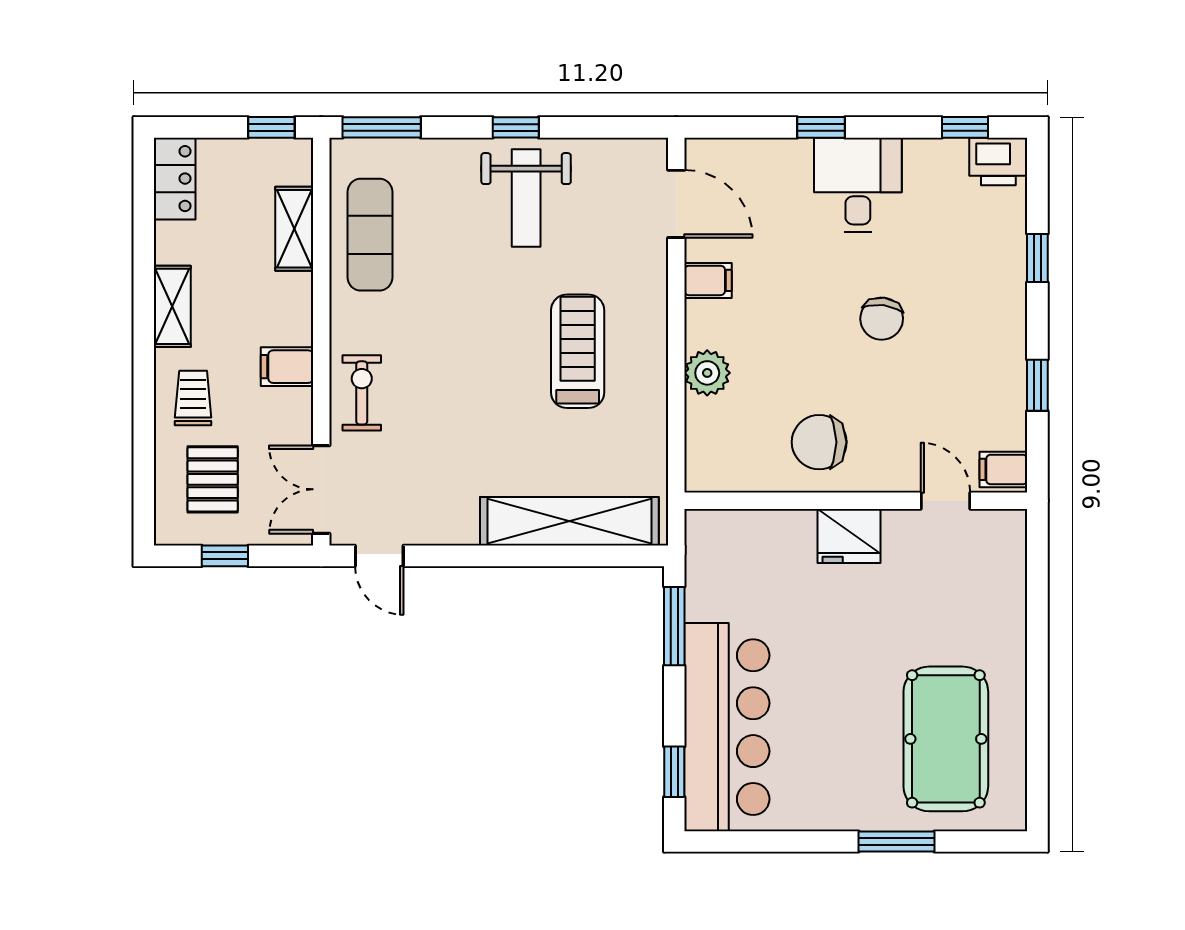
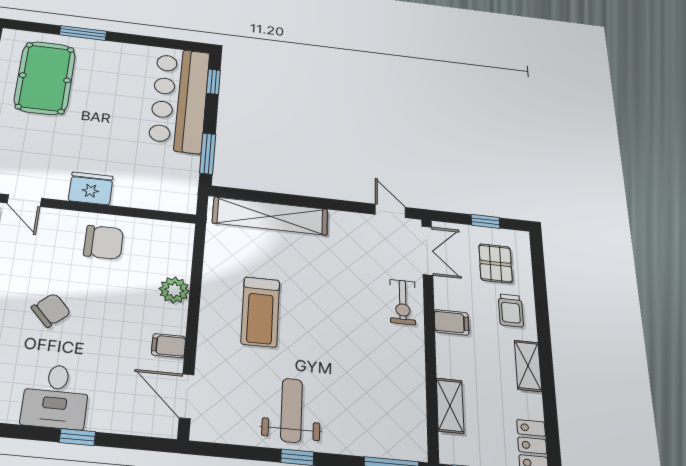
exercise mat: (370, 235) -> (399, 397), removed
chair: (882, 319) -> (51, 310), turned 41

